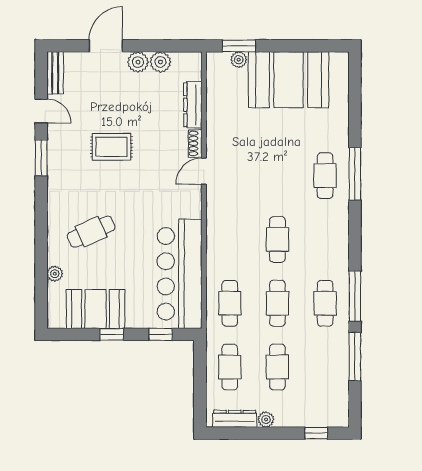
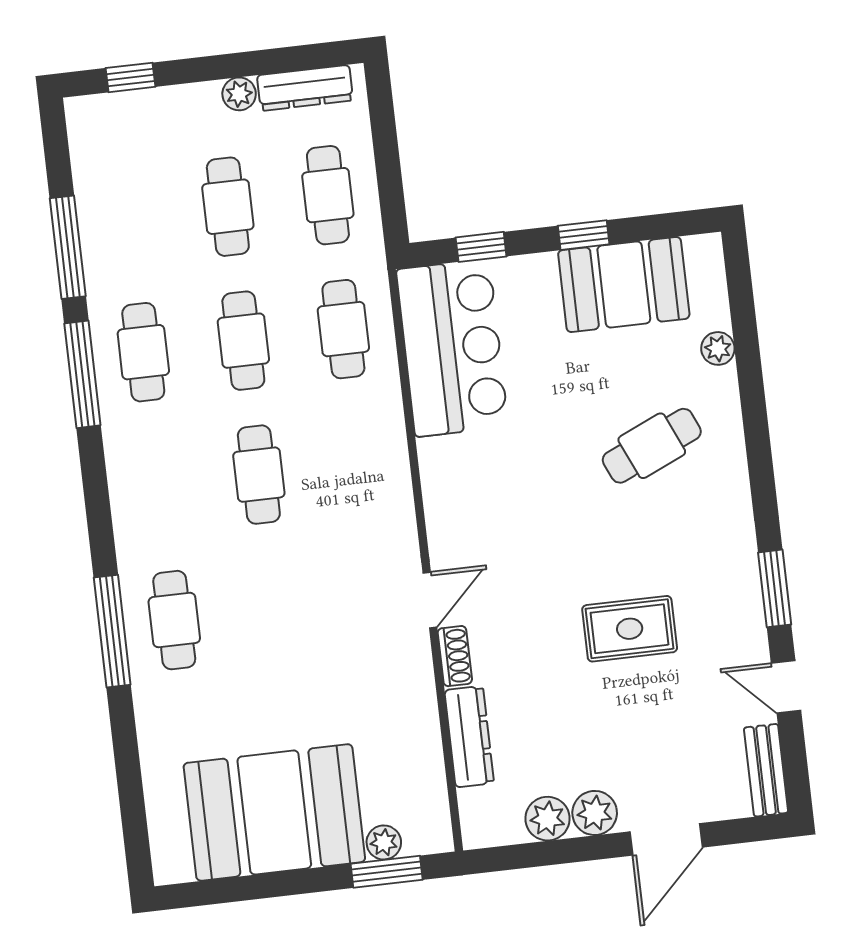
bar counter: (180, 274) -> (452, 348), width x0.73

